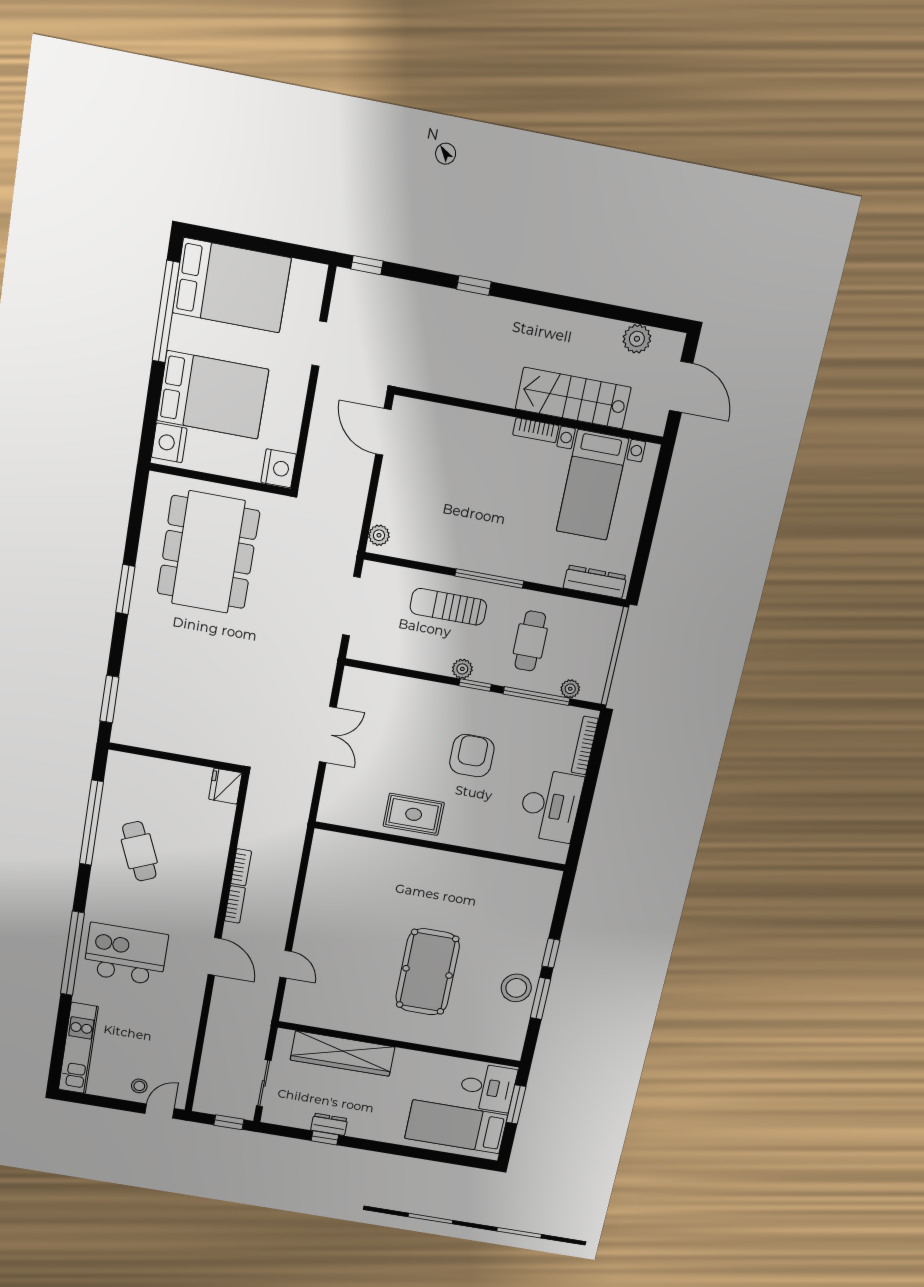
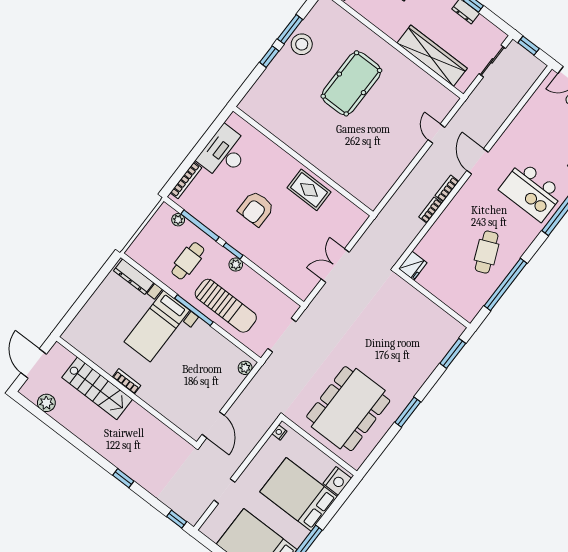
nightstand: (279, 468) -> (279, 432), width x0.53, depth x0.56
bed with nightstands: (592, 485) -> (157, 326), moved, turned 180
sun lounger: (448, 607) -> (226, 306), width x1.36, depth x1.34

